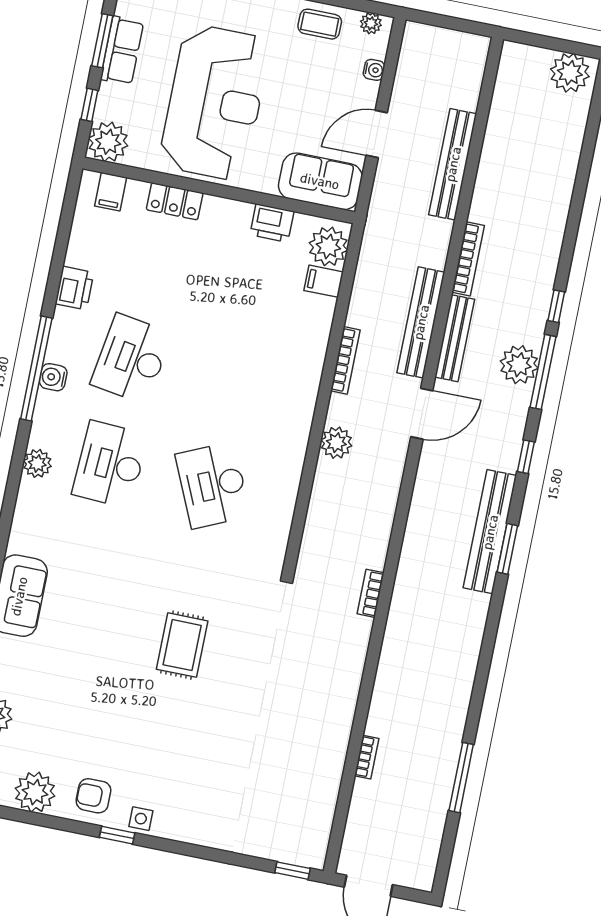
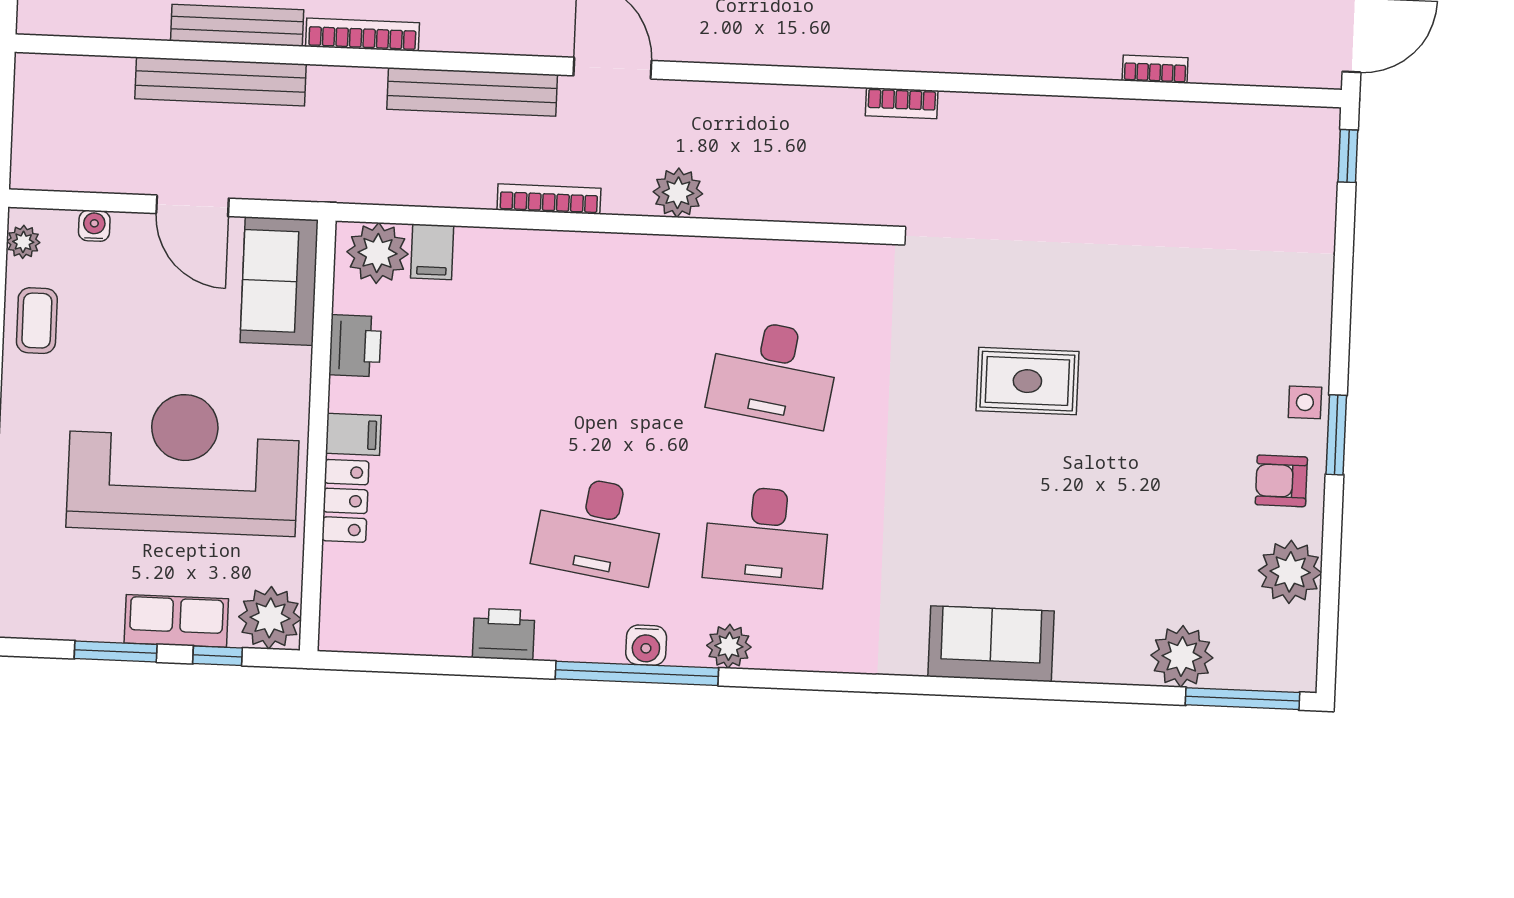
row of seats: (122, 51) -> (176, 621), moved
filing cabinet: (111, 192) -> (353, 434), moved
bench: (455, 338) -> (237, 25), moved
plant: (37, 463) -> (729, 646), moved
desk: (213, 485) -> (774, 373), turned 33
armchair: (93, 796) -> (1281, 481), turned 90
window: (117, 835) -> (1336, 435), width x1.50

